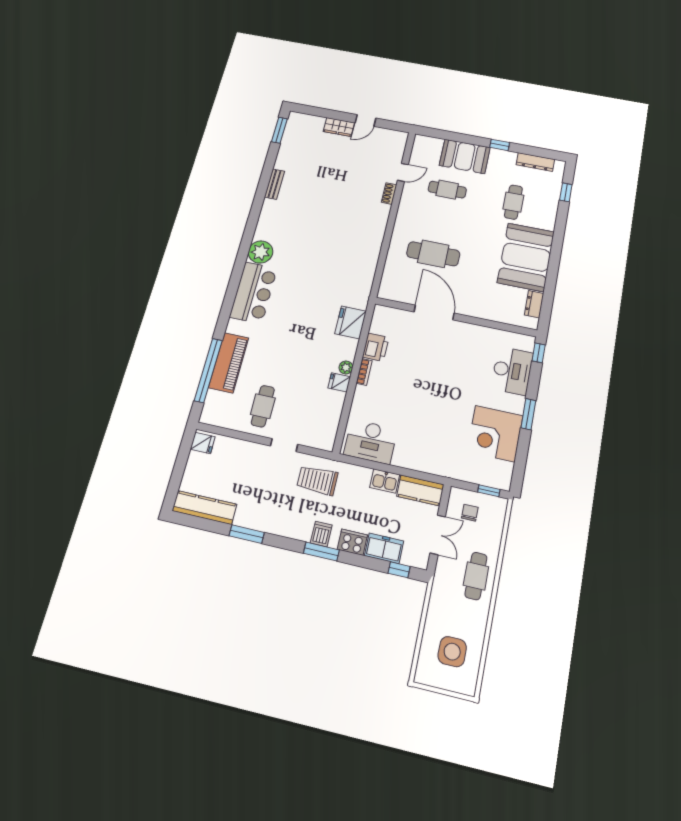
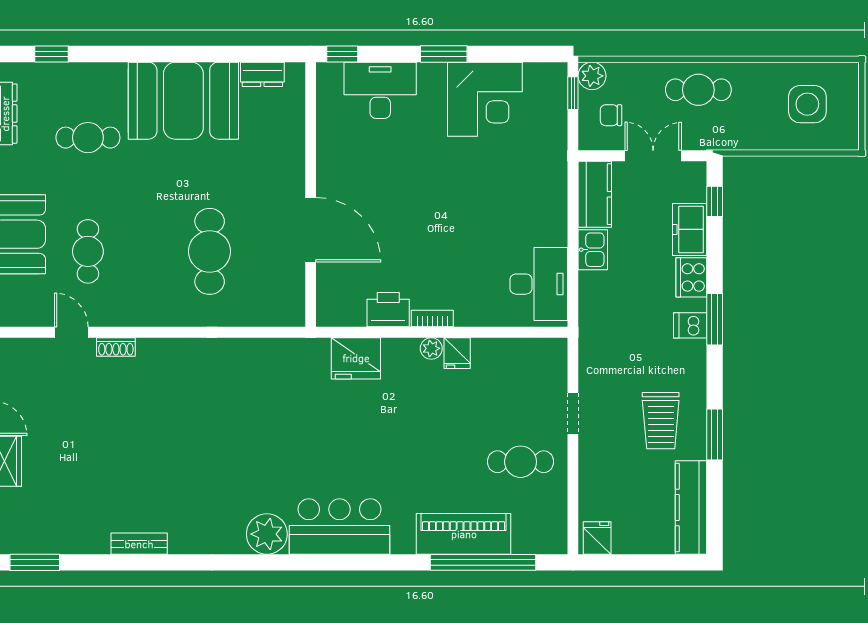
door: (434, 312) -> (311, 230), swing flipped
trolley: (317, 480) -> (661, 421), moved
plant: (498, 506) -> (592, 76), added

